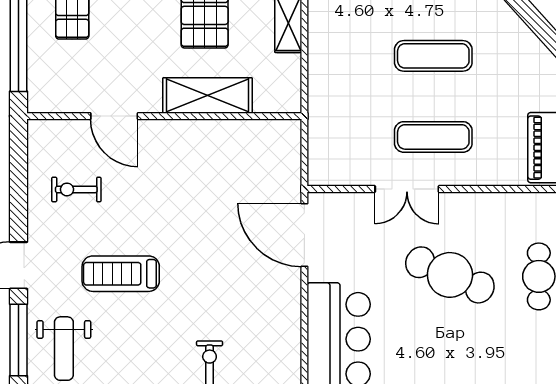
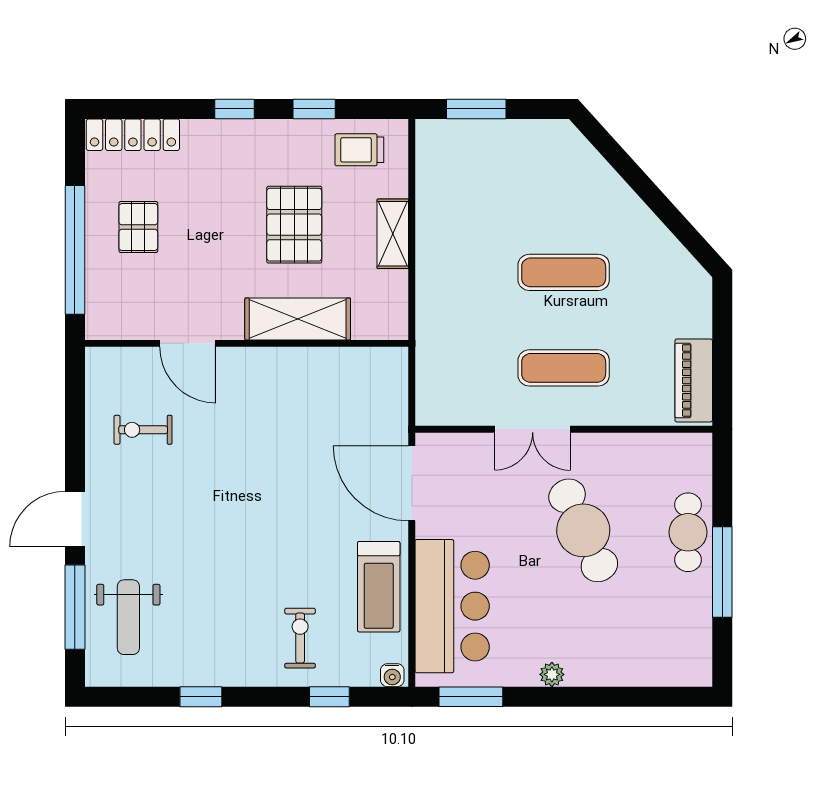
treadmill: (121, 274) -> (379, 587), moved, turned -90
cafe table: (450, 275) -> (583, 530), turned 42

